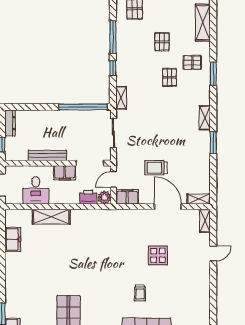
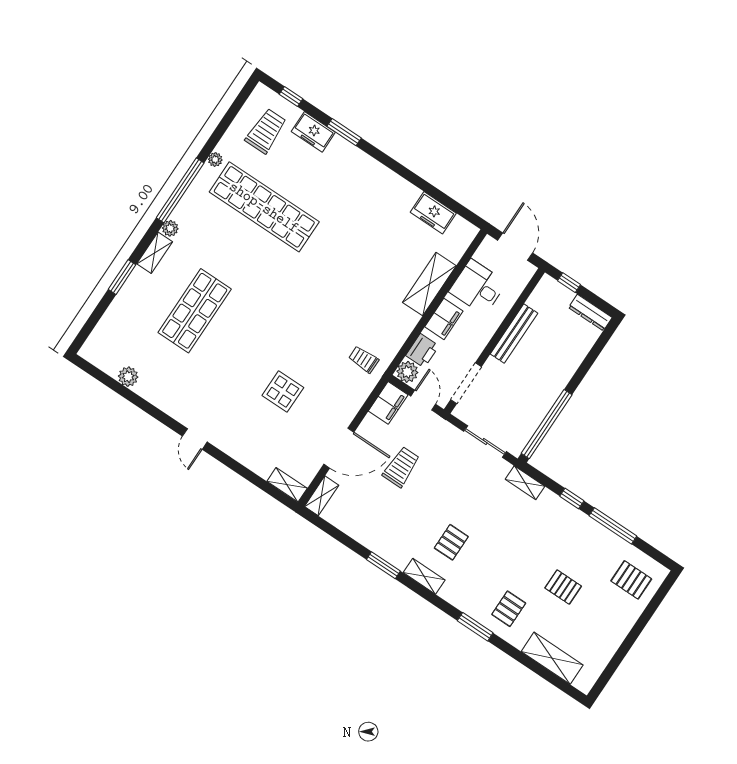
pallet: (169, 77) -> (451, 542), moved, turned 90
filing cabinet: (65, 173) -> (444, 319), moved, turned 180
door: (213, 253) -> (195, 439), moved
trolley: (140, 293) -> (364, 359), moved

